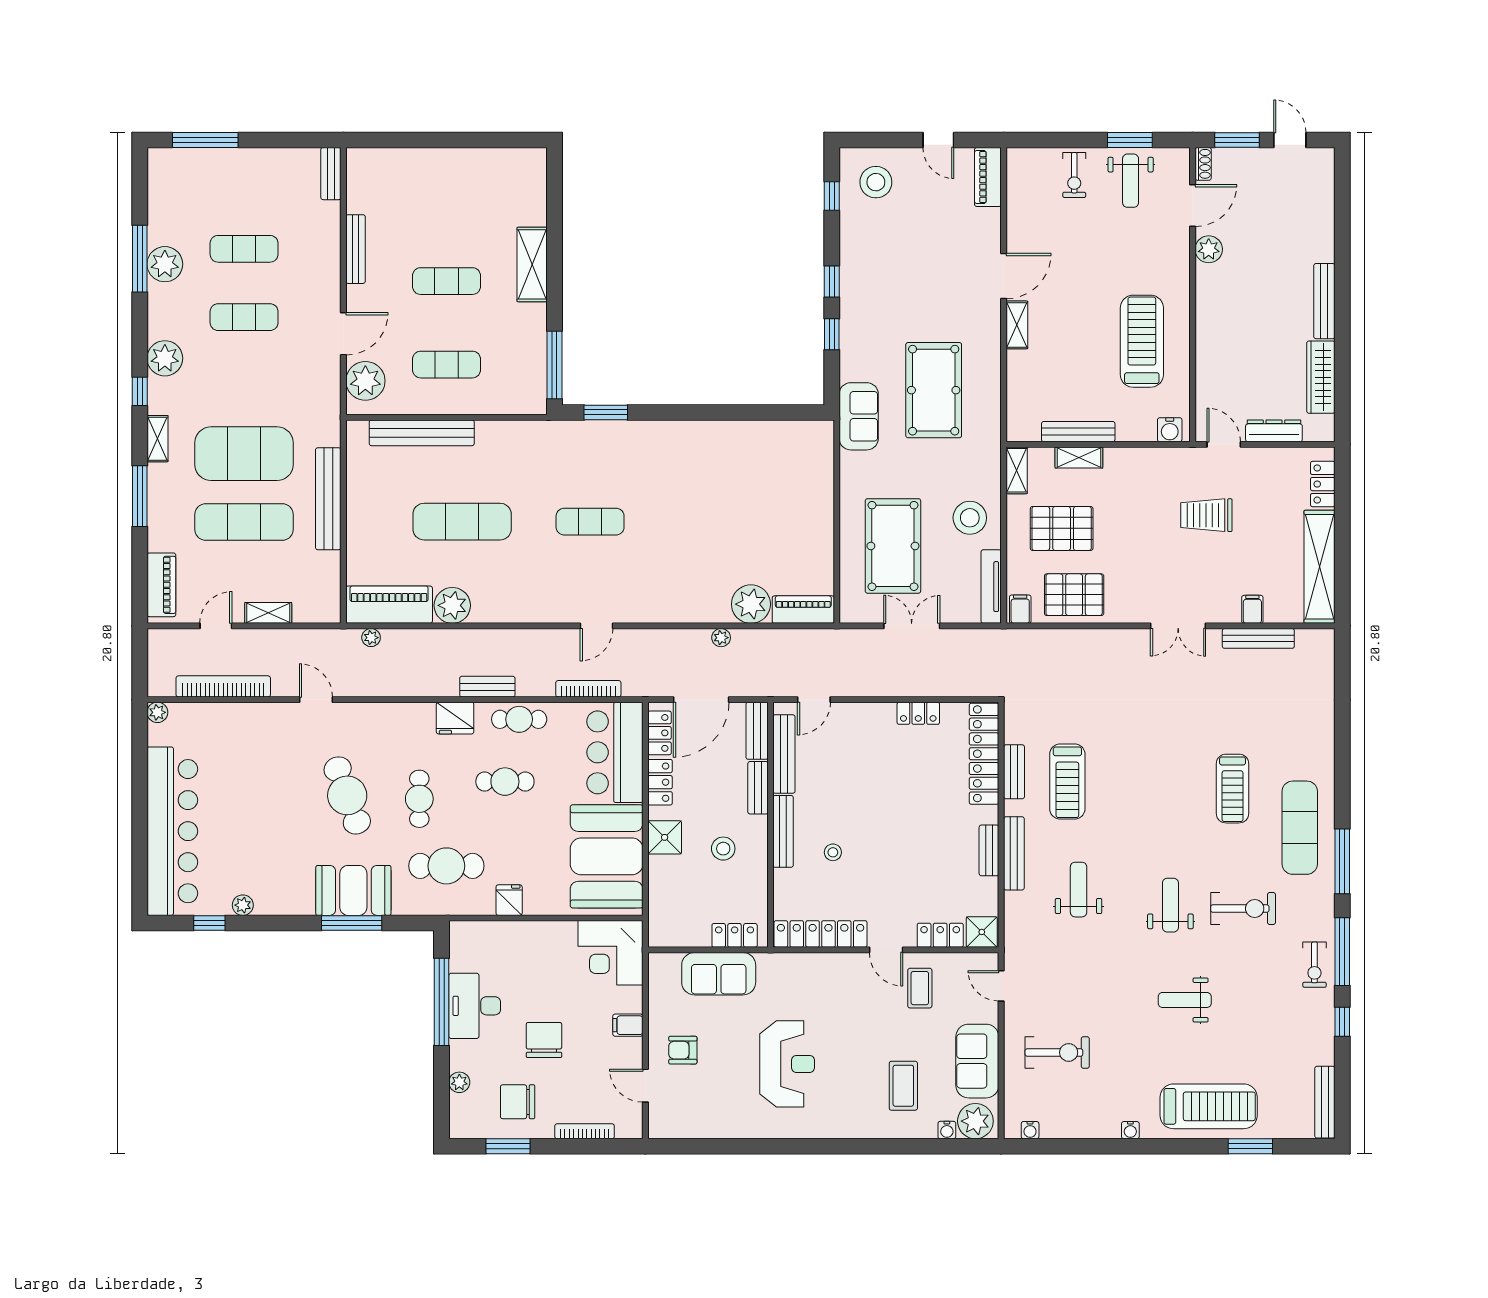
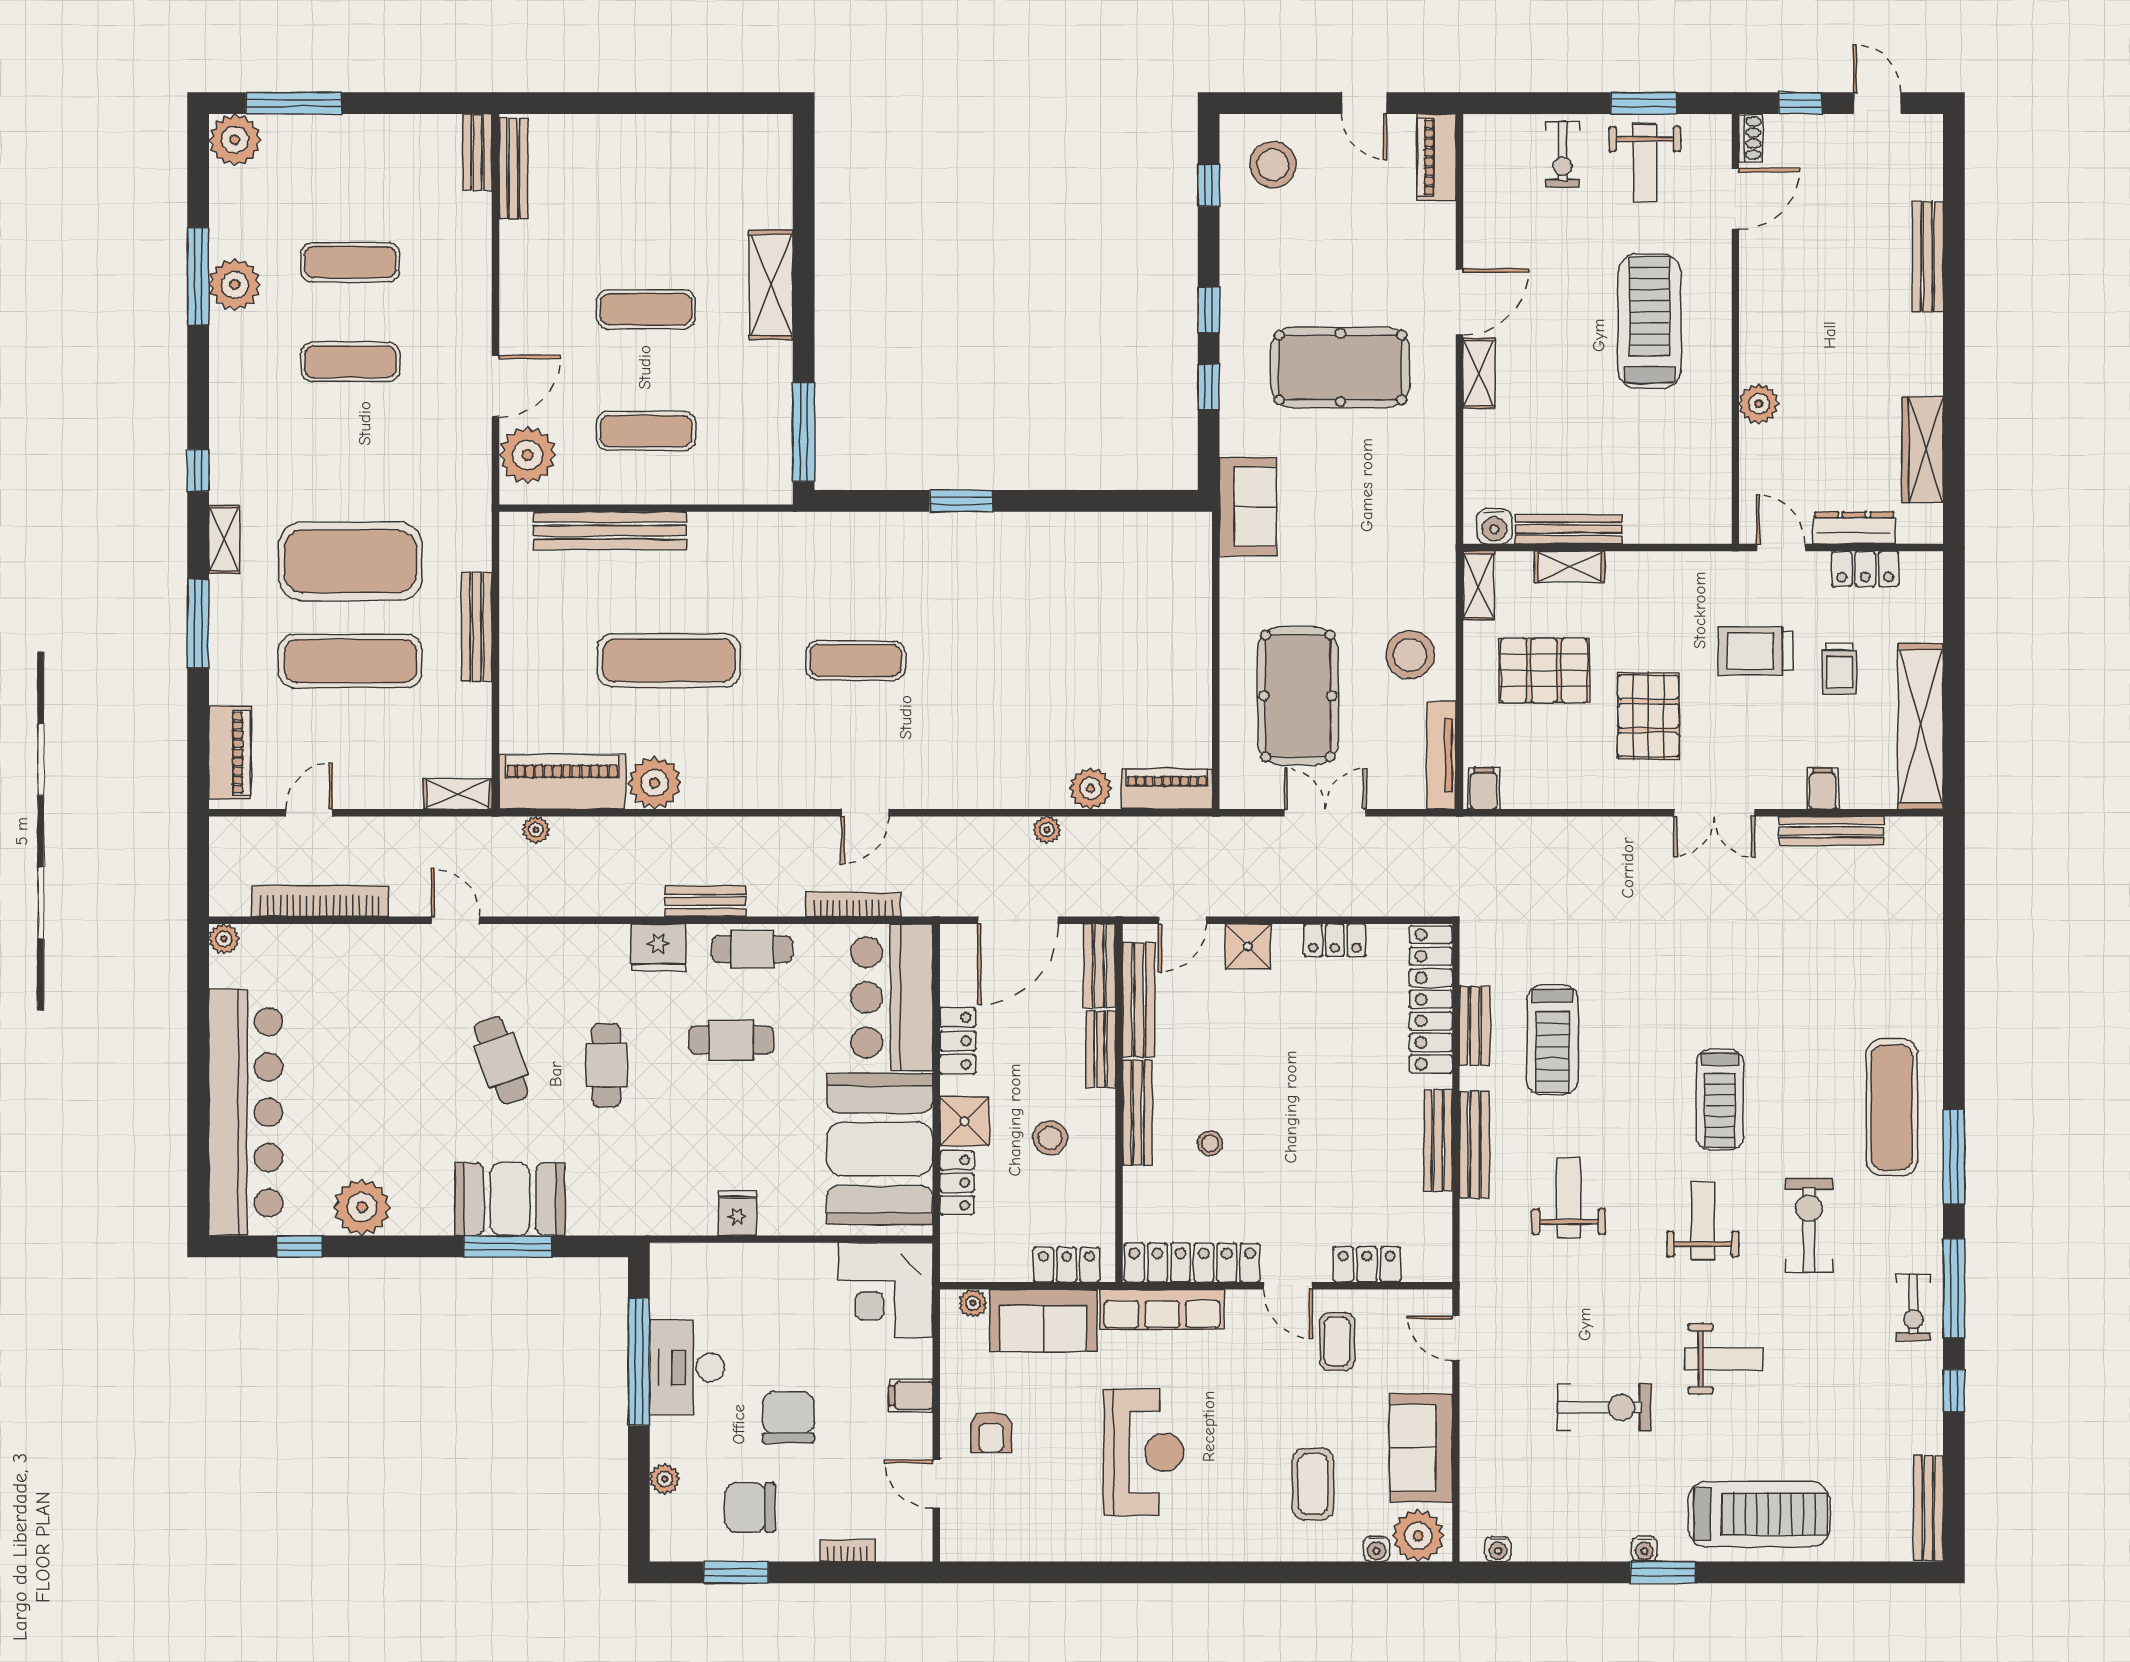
window: (1237, 140) -> (1800, 103), width x0.67
bench: (356, 249) -> (513, 169), moved
plant: (1209, 249) -> (1759, 404), moved
bench: (1324, 301) -> (1928, 257), moved
treadmill: (1142, 341) -> (1649, 321), moved
plant: (165, 358) -> (235, 140), moved
pool table: (934, 390) -> (1340, 368), moved, turned 90
window: (606, 412) -> (961, 501), moved
water cooler: (1170, 430) -> (1494, 526), moved
locker: (1323, 484) -> (1865, 569), moved, turned -90
bench: (328, 499) -> (477, 627), width x0.73, depth x0.82
trolley: (1264, 527) -> (1839, 669), added
pallet: (1074, 595) -> (1648, 716), moved, turned 90
plant: (751, 604) -> (1090, 788), width x0.73, depth x0.73
shelving: (268, 613) -> (458, 794), moved
locker: (659, 733) -> (957, 1183), moved
treadmill: (1233, 789) -> (1720, 1100), moved
cafe table: (347, 795) -> (501, 1060), width x0.73, depth x0.74
bench: (989, 850) -> (1438, 1140), width x1.36
cafe table: (446, 866) -> (646, 1163), removed
plant: (243, 905) -> (362, 1207), width x1.87, depth x1.87
exercise bike: (1243, 909) -> (1809, 1225), turned -90
shower: (982, 932) -> (1248, 946), moved
plant: (670, 962) -> (973, 1303), added
row of seats: (800, 966) -> (1162, 1309), added
weight bench: (1185, 1000) -> (1724, 1359), turned 180
armchair: (683, 1050) -> (991, 1432), turned -90
exercise bike: (1057, 1052) -> (1604, 1407), moved
bookcase: (585, 1131) -> (848, 1551), width x0.64
window: (1250, 1146) -> (1663, 1572), moved

